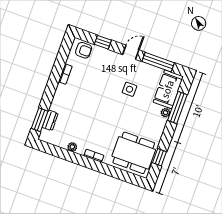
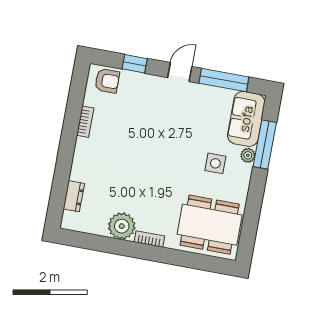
side table: (130, 89) -> (215, 163), moved
window: (40, 120) -> (58, 198), removed
plant: (72, 147) -> (122, 226), width x1.88, depth x1.88
window: (159, 157) -> (250, 225), removed

